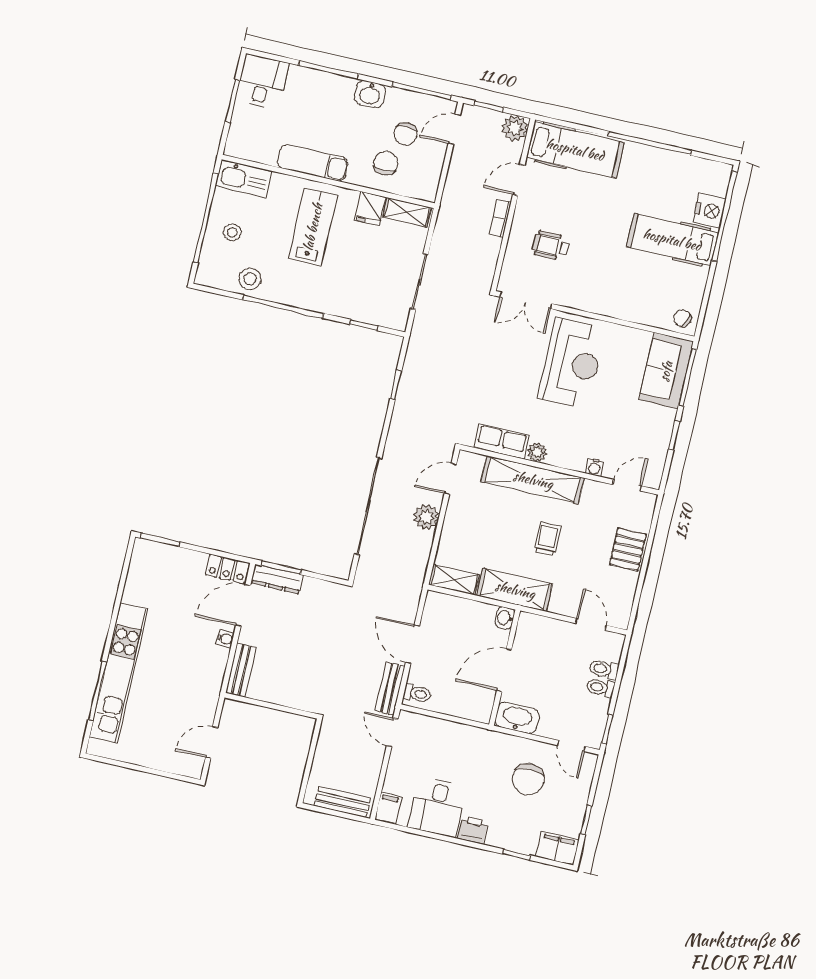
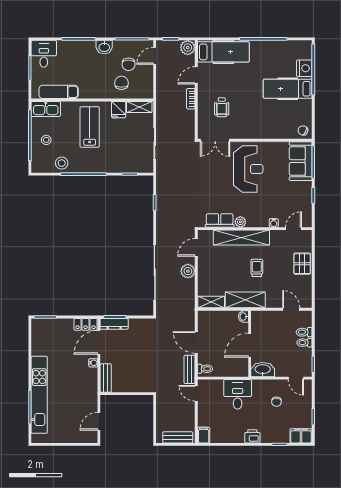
exam couch: (313, 163) -> (59, 92), moved
wheelchair: (550, 246) -> (222, 107), turned -90
chair: (528, 779) -> (276, 402), width x0.54, depth x0.54
desk: (437, 807) -> (238, 394), moved, turned 180

